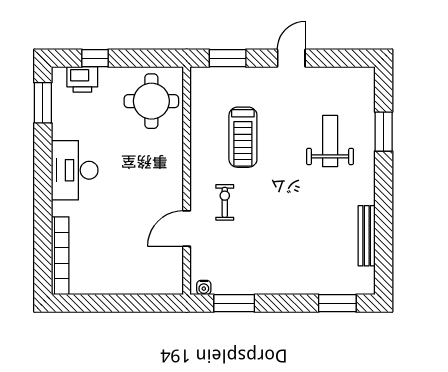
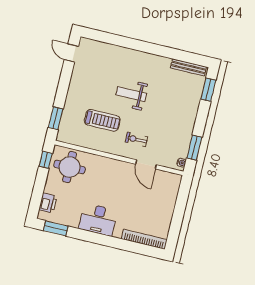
window: (95, 58) -> (46, 160), moved
door: (291, 58) -> (71, 53), moved
window: (384, 132) -> (118, 40), removed
weight bench: (330, 141) -> (131, 94), moved
bench: (367, 236) -> (188, 67), moved

